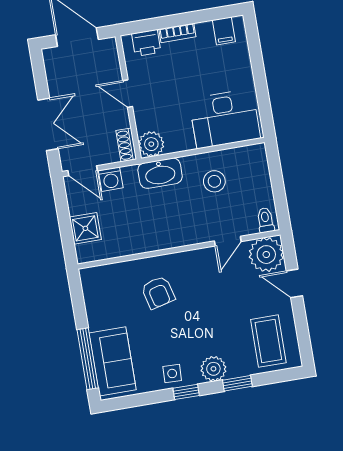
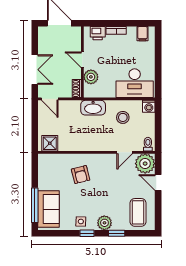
plant: (151, 144) -> (91, 77), moved
washing machine: (111, 179) -> (149, 106), moved
shower: (85, 228) -> (50, 143), moved

